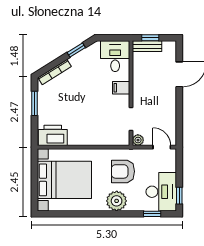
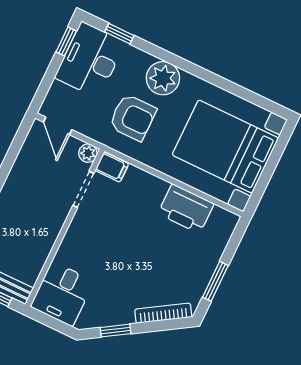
filing cabinet: (121, 88) -> (112, 167), moved
printer: (53, 135) -> (186, 209), moved

